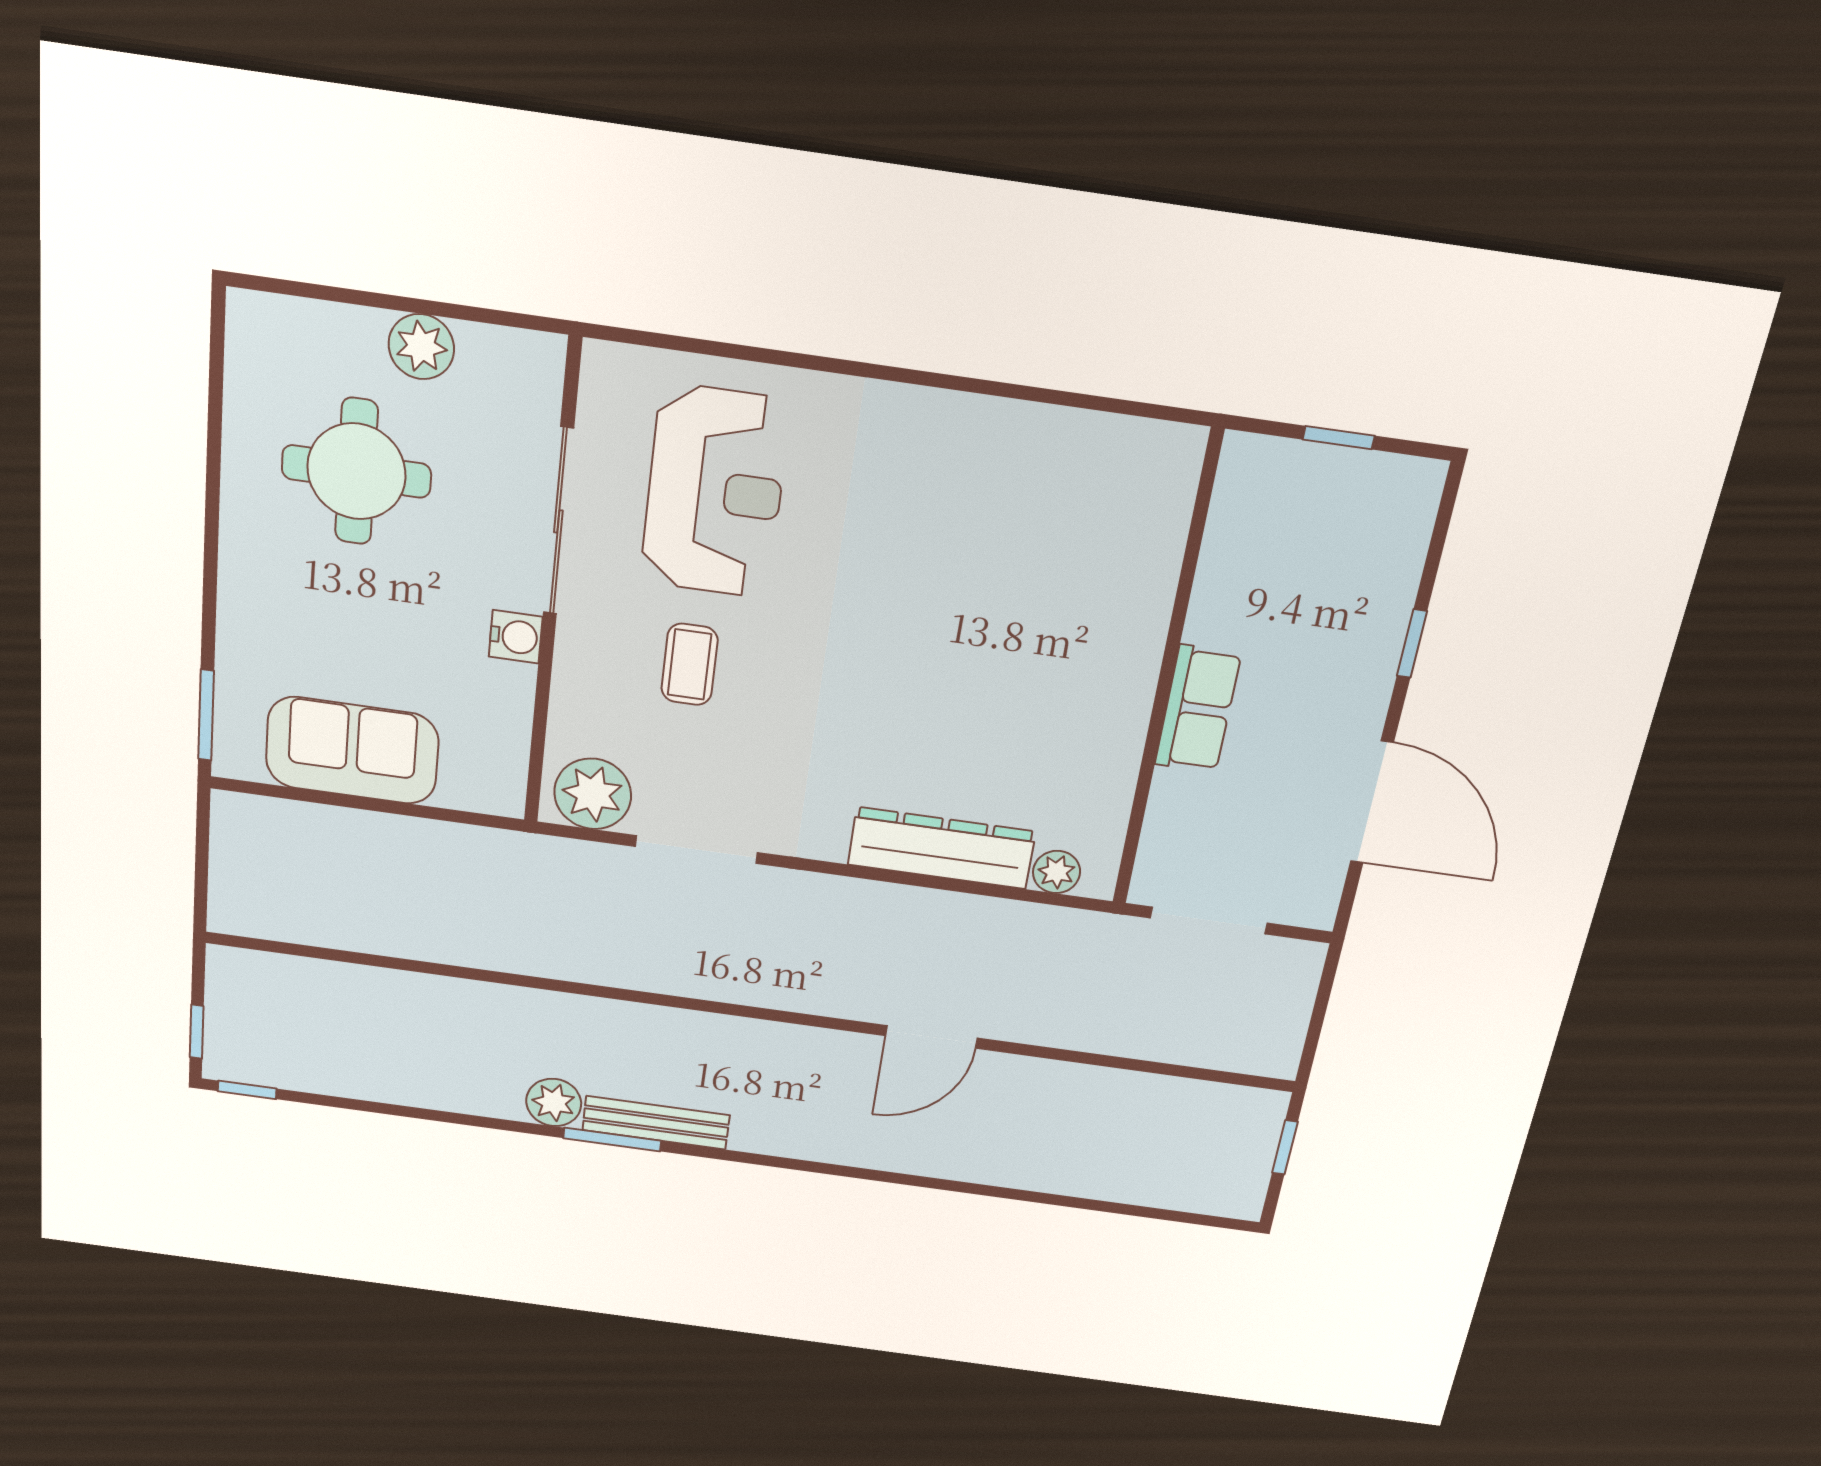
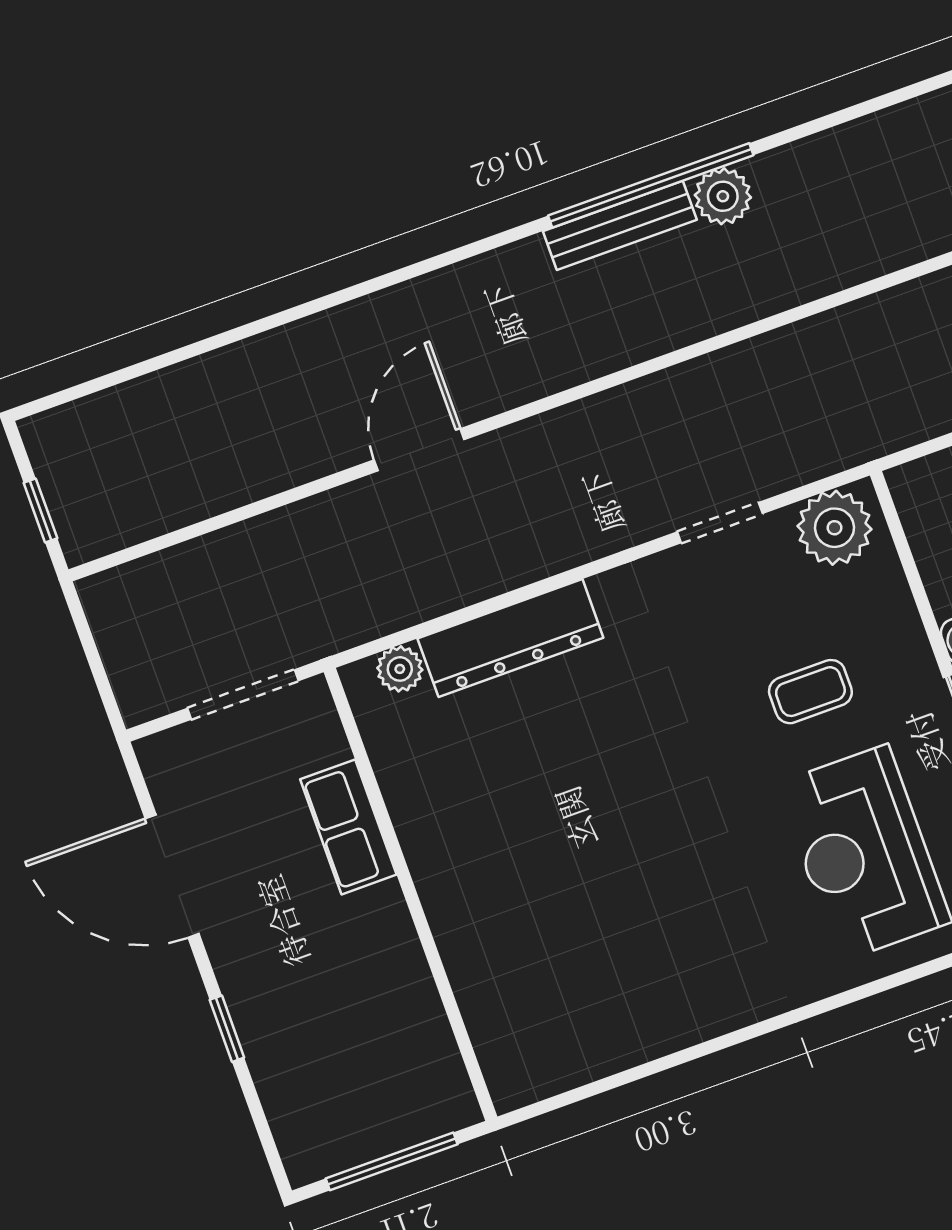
window: (1339, 438) -> (392, 1161), width x2.17
coffee table: (690, 664) -> (810, 692), turned 90
row of seats: (1198, 709) -> (348, 827), moved
doorway: (696, 849) -> (720, 523), width x0.73
window: (612, 1140) -> (651, 185), width x2.11

